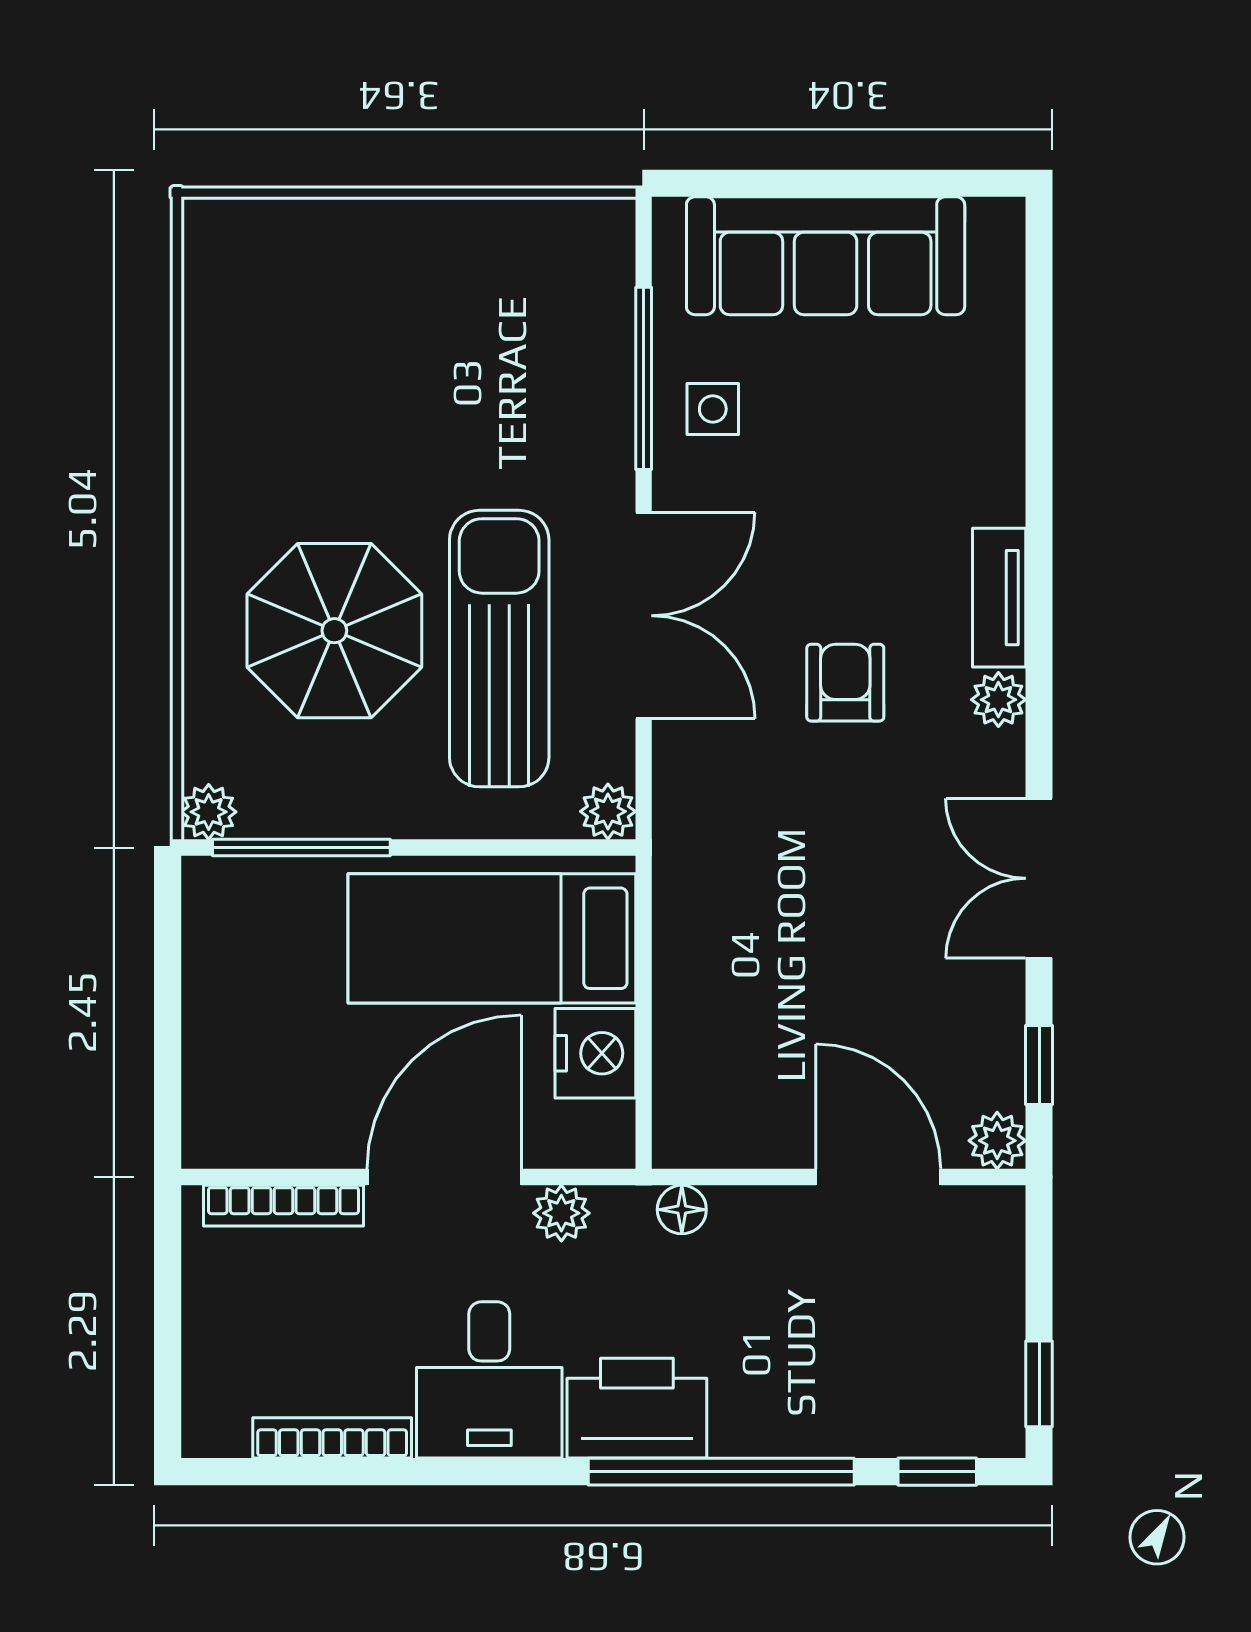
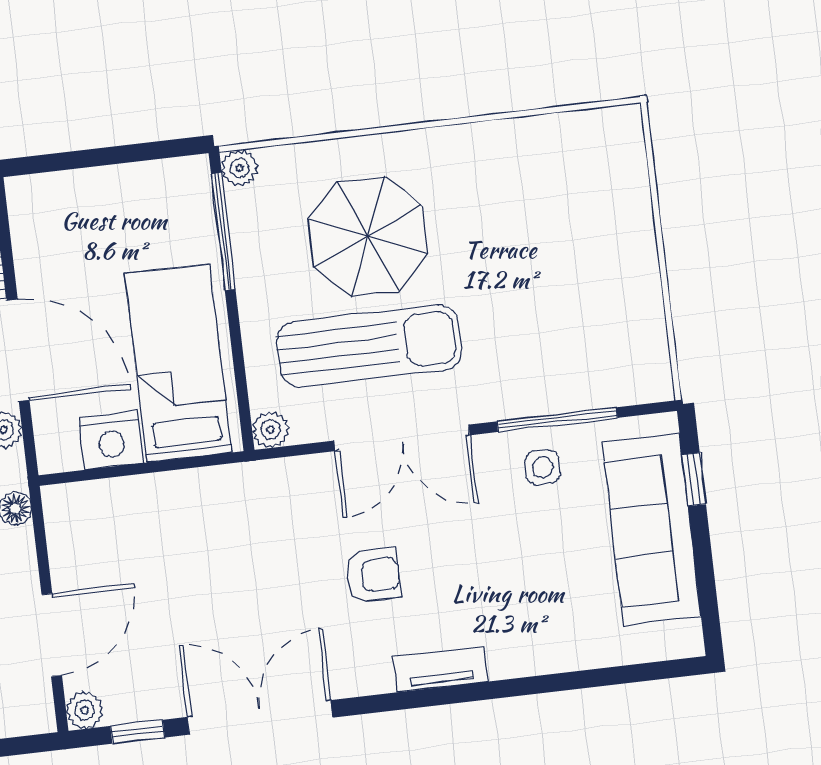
window: (758, 183) -> (694, 479), added
plant: (998, 700) -> (374, 677), removed
double door: (1039, 878) -> (260, 717), width x1.37

